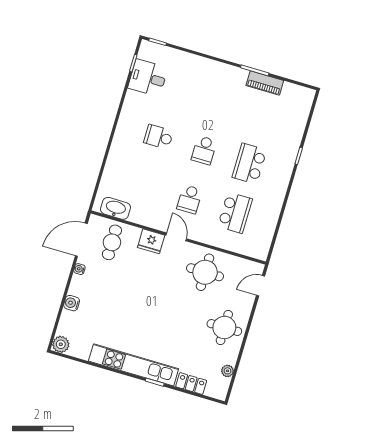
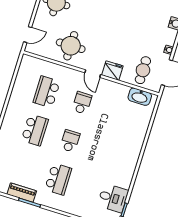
school desk: (159, 137) -> (58, 179), moved, width x1.85

